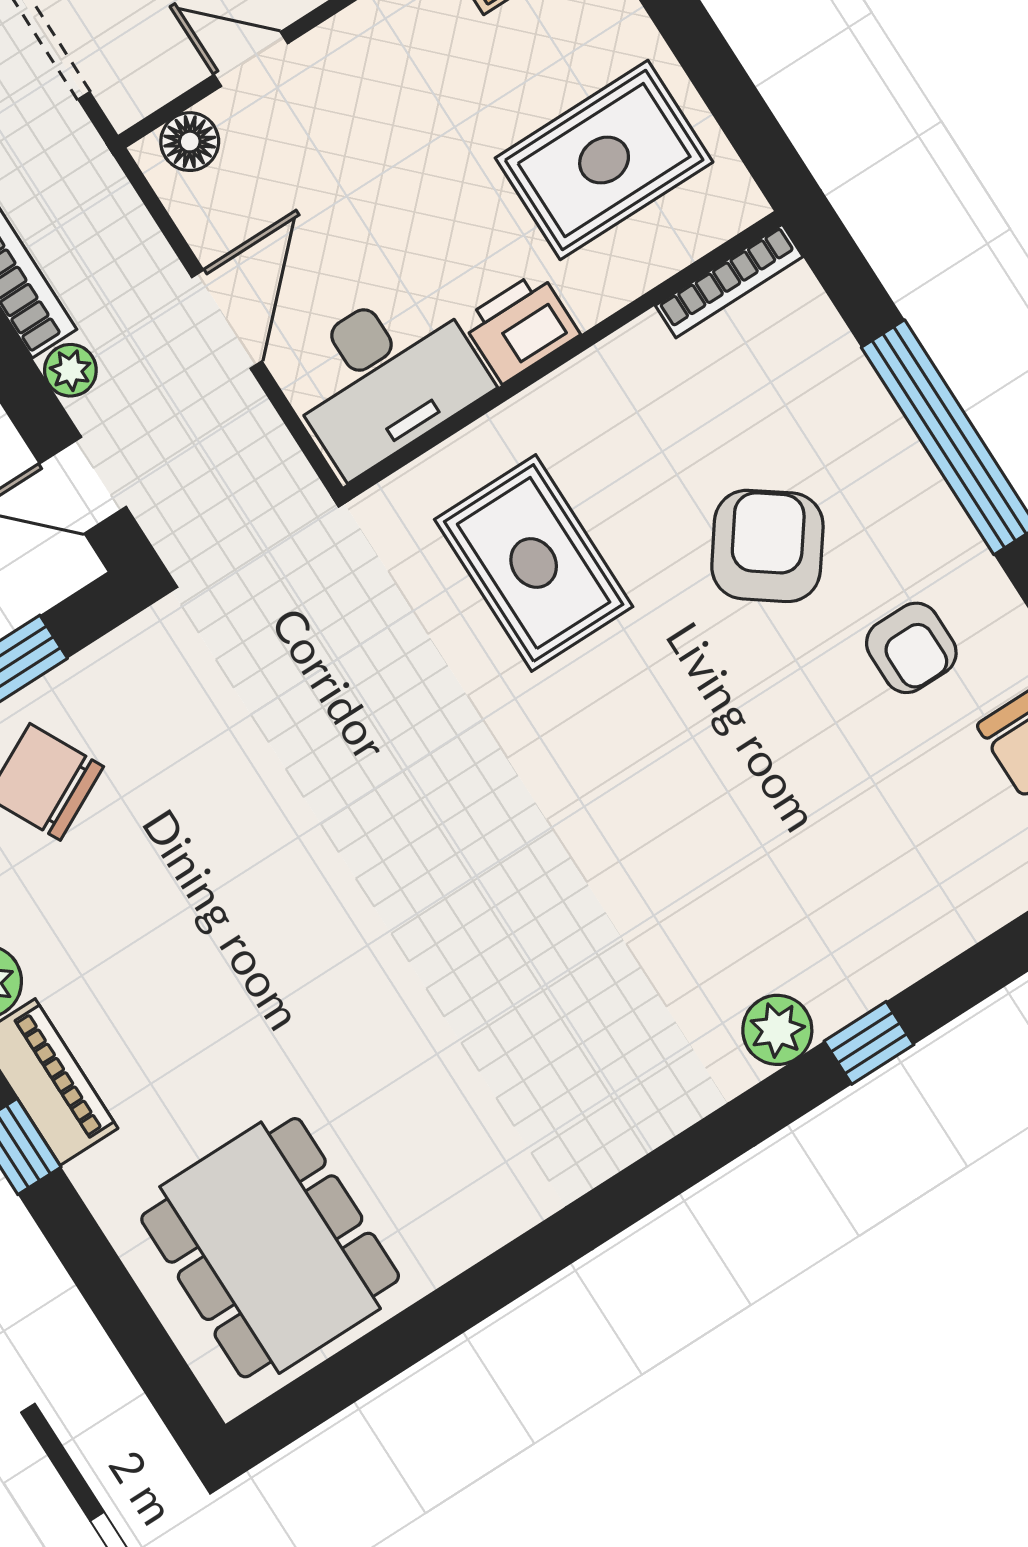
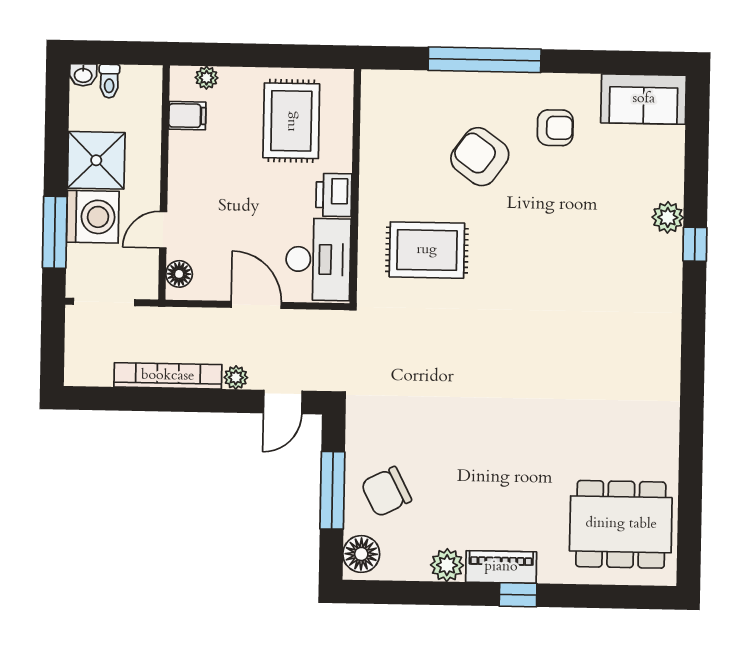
bookcase: (729, 281) -> (369, 104), removed
plant: (777, 1030) -> (668, 217), moved

